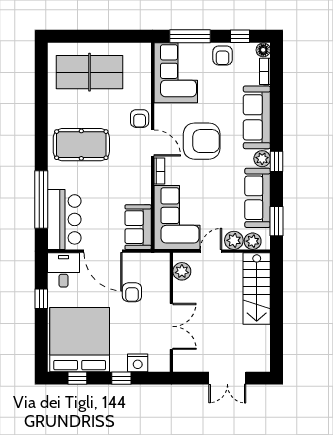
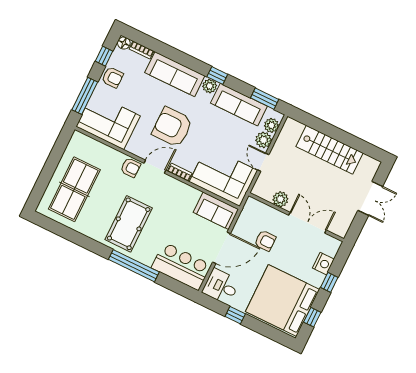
armchair: (202, 141) -> (172, 127), turned -90
window: (41, 199) -> (134, 266), moved
plant: (182, 271) -> (280, 199), moved
stairs: (257, 289) -> (330, 150), moved

